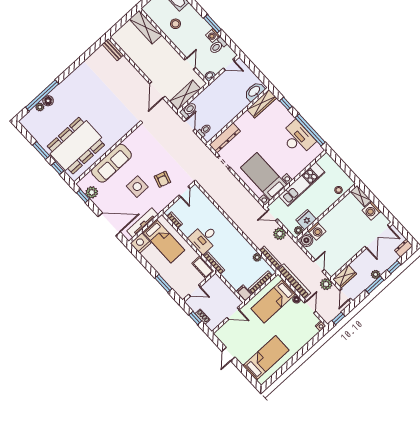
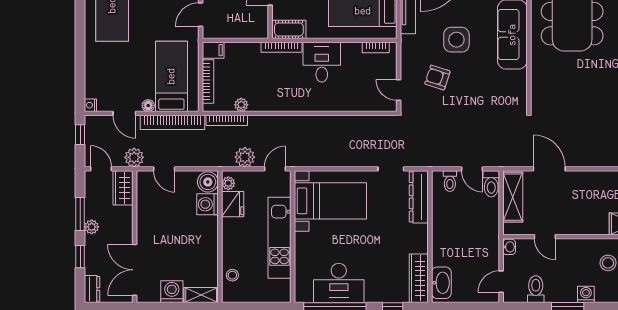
washing machine: (213, 35) -> (586, 294), moved

